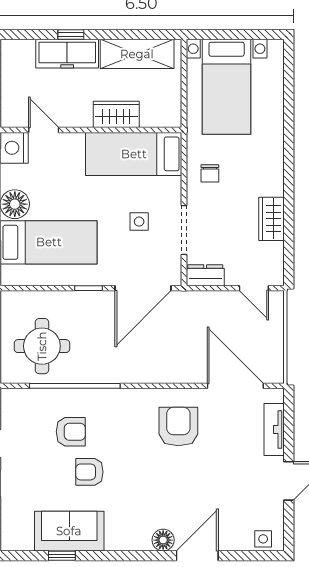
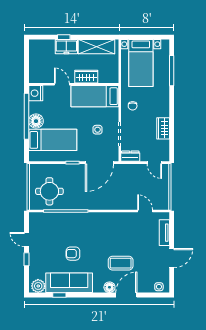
freezer: (67, 54) -> (66, 47), width x0.71
window: (289, 102) -> (172, 71), added
door: (44, 130) -> (62, 84), moved
door: (235, 386) -> (145, 211), width x0.53
armchair: (178, 426) -> (117, 231), removed
armchair: (71, 432) -> (64, 234), removed
coffee table: (186, 491) -> (121, 263), added
sofa: (69, 531) -> (69, 283), width x1.36
plant: (19, 537) -> (38, 286), added

